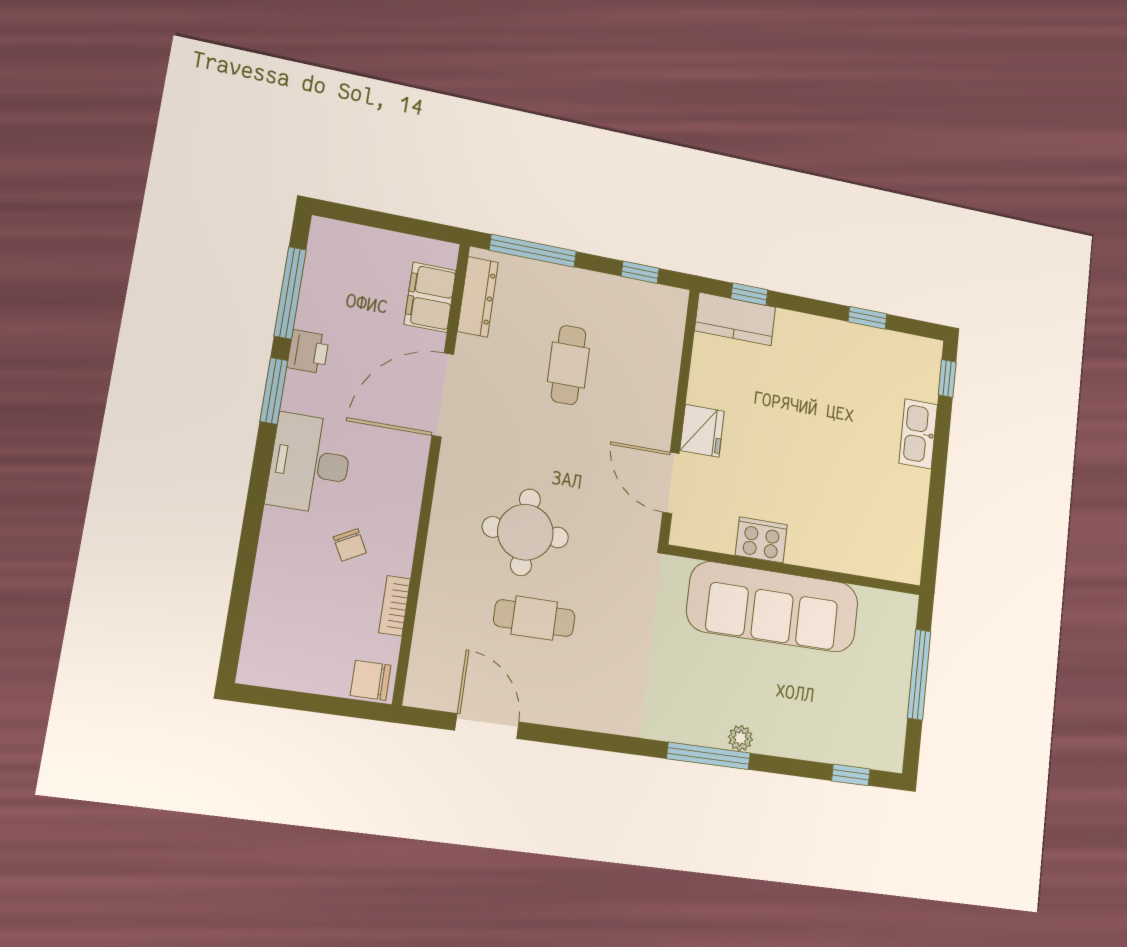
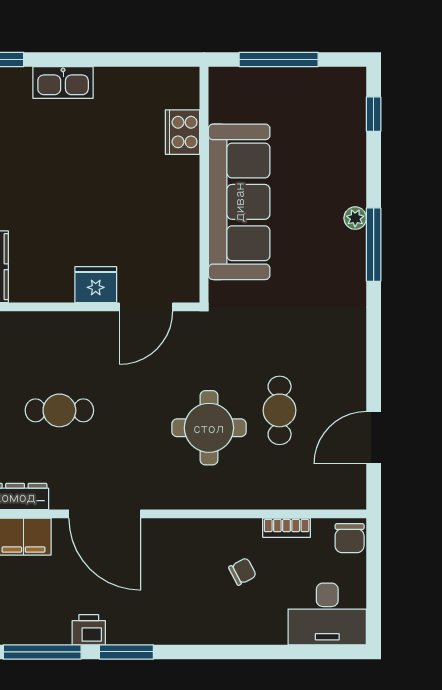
desk: (310, 464) -> (327, 614), moved
cooker: (761, 540) -> (182, 132), moved

